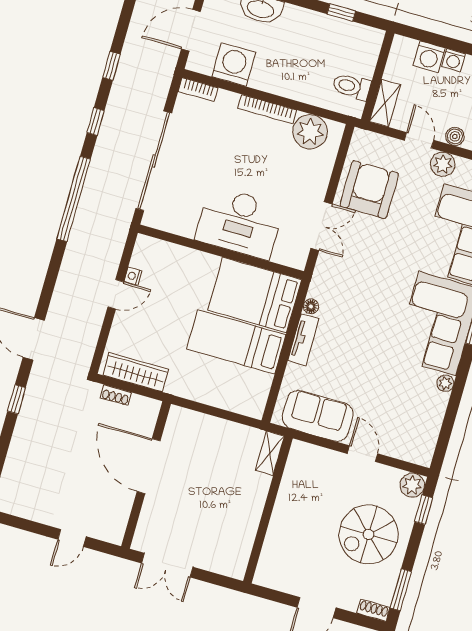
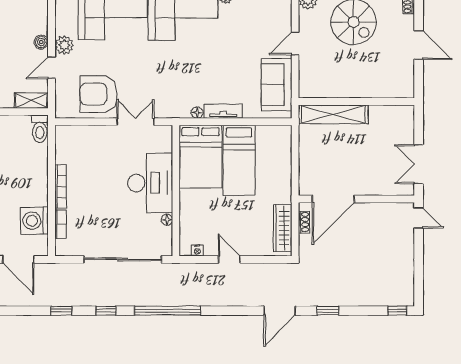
toilet: (352, 87) -> (40, 129), moved
bookcase: (198, 90) -> (61, 224), moved
plant: (310, 132) -> (68, 150), removed
floor lamp: (188, 230) -> (167, 220), added
nightstand: (133, 276) -> (197, 250), moved
shoe rack: (116, 395) -> (304, 222), moved
shelving: (270, 453) -> (333, 114), width x2.20, depth x1.33
door: (149, 466) -> (333, 199), moved
door: (72, 538) -> (419, 218), moved
double door: (167, 565) -> (419, 164), swing flipped

